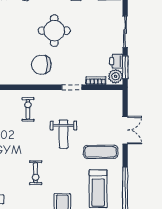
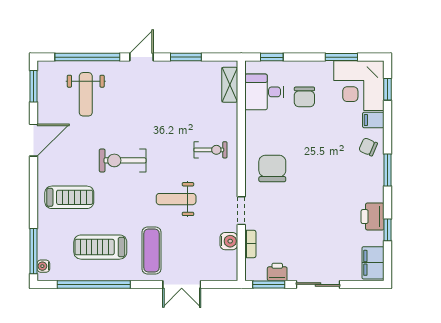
round table: (54, 31) -> (320, 186), removed
plant: (116, 76) -> (256, 271), removed
water cooler: (94, 96) -> (229, 241), added
exercise bike: (36, 173) -> (123, 160), width x1.38, depth x1.39

